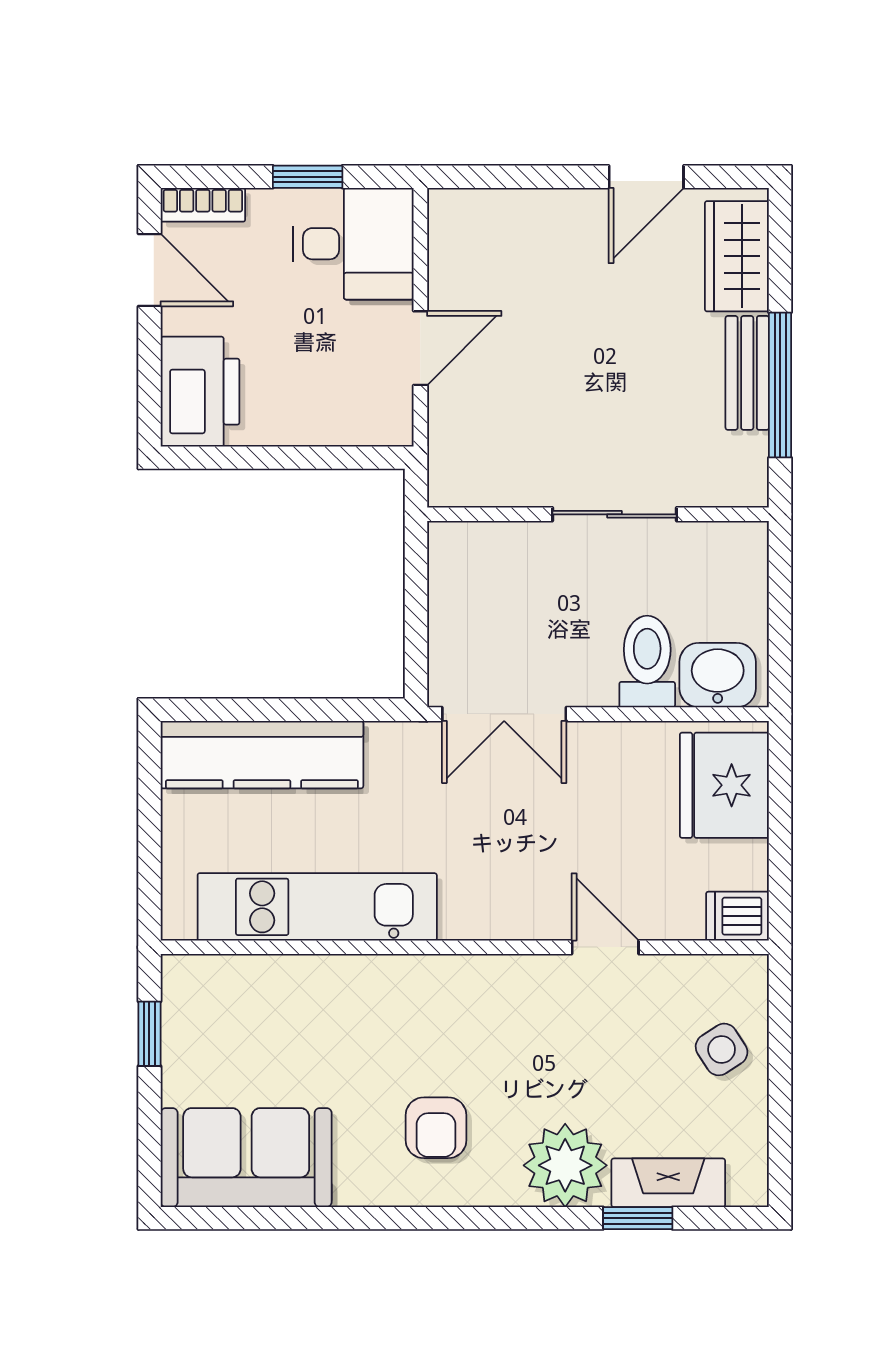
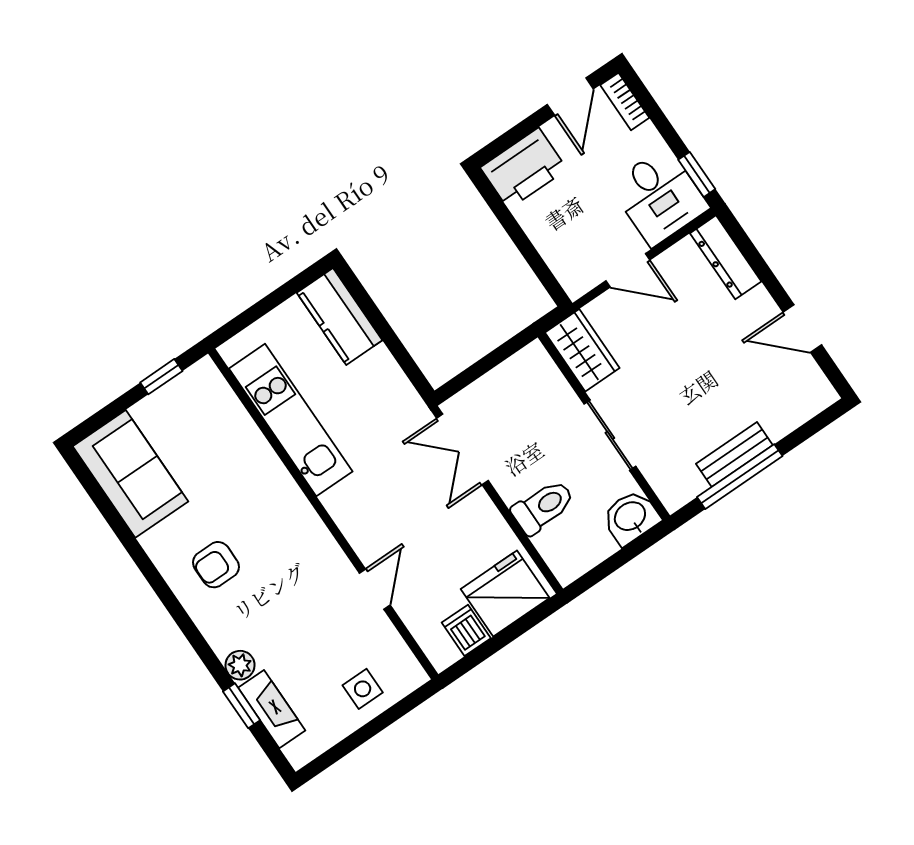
window: (308, 177) -> (697, 174), moved
dresser: (489, 212) -> (726, 257), added
wardrobe: (737, 256) -> (582, 350), moved, turned 90
washbasin: (718, 675) -> (631, 517), moved, turned -90
kitchen counter: (262, 755) -> (340, 316), width x0.67
dishwasher: (737, 916) -> (466, 630), moved
side table: (722, 1049) -> (363, 689), turned 33
plant: (565, 1165) -> (240, 665), width x0.53, depth x0.53

